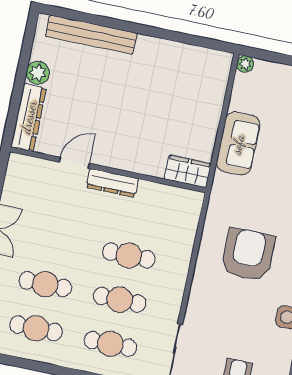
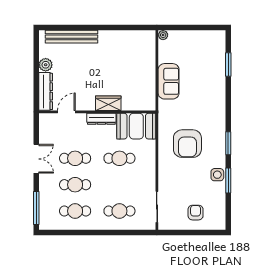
door: (74, 163) -> (66, 112), moved
wardrobe: (188, 171) -> (108, 103), moved
booth: (168, 207) -> (136, 126), added
armchair: (248, 255) -> (187, 144), turned 180
cafe table: (120, 300) -> (75, 158), moved

